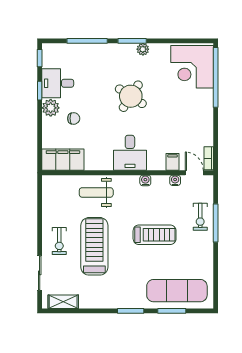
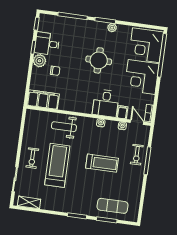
round table: (131, 96) -> (99, 60), turned -33
corner desk: (192, 111) -> (142, 77), added
desk: (130, 153) -> (106, 103), moved
exercise mat: (177, 291) -> (113, 206), width x0.73, depth x0.69

